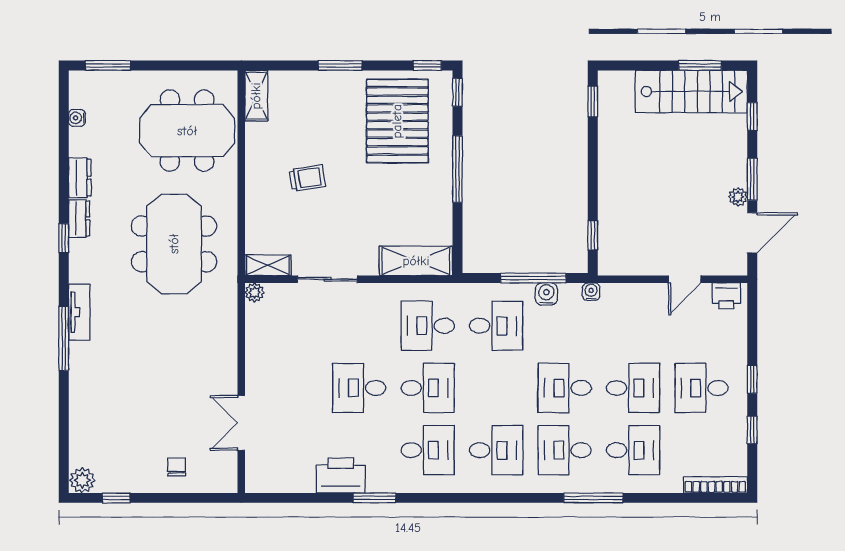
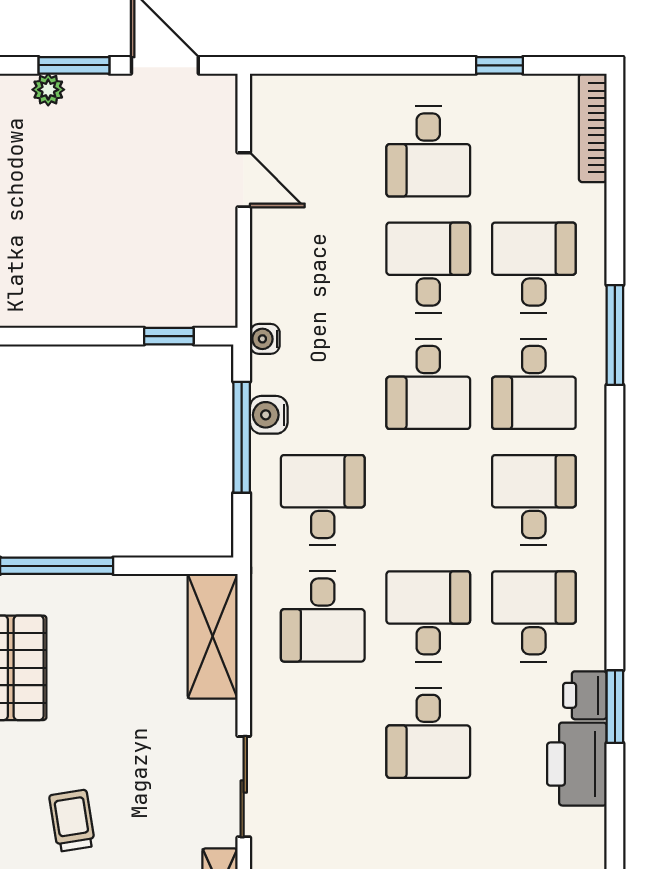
plant: (738, 197) -> (48, 90), moved
printer: (726, 296) -> (585, 695), moved, turned 180
window: (752, 379) -> (413, 65), removed

